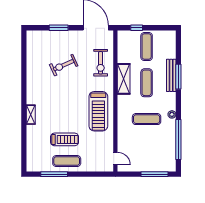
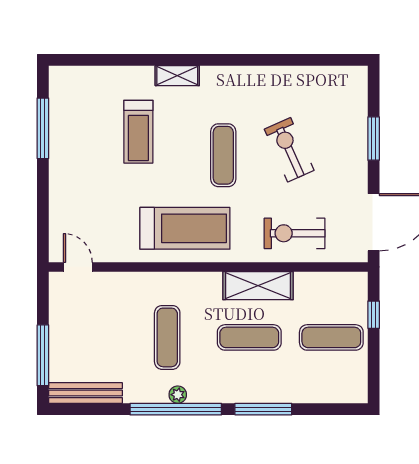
bench: (171, 75) -> (85, 393), moved
treadmill: (98, 111) -> (185, 228), turned 180
treadmill: (65, 139) -> (138, 132), moved
window: (178, 140) -> (176, 409), moved
door: (115, 159) -> (78, 267), swing flipped
exercise mat: (67, 161) -> (223, 155), moved

